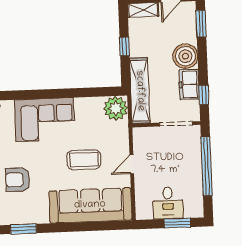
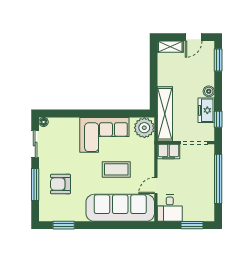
window: (124, 46) -> (154, 77), removed
boiler: (185, 56) -> (209, 91), width x0.54, depth x0.54
corner sofa: (45, 120) -> (104, 135), moved
filing cabinet: (146, 136) -> (168, 152), added
door: (132, 164) -> (156, 185), moved
desk: (168, 203) -> (170, 208), moved

